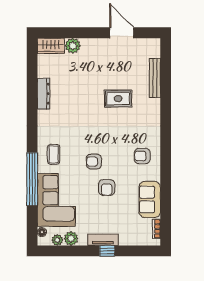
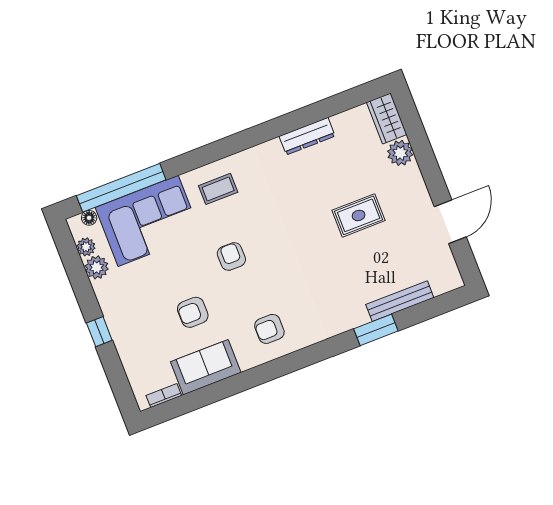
window: (166, 97) -> (376, 330), added
rug: (118, 99) -> (359, 215), moved, turned 90
armchair: (142, 156) -> (269, 329), turned -90
window: (32, 179) -> (121, 188), moved
armchair: (107, 188) -> (193, 312), moved
tv unit: (103, 240) -> (114, 318), removed

